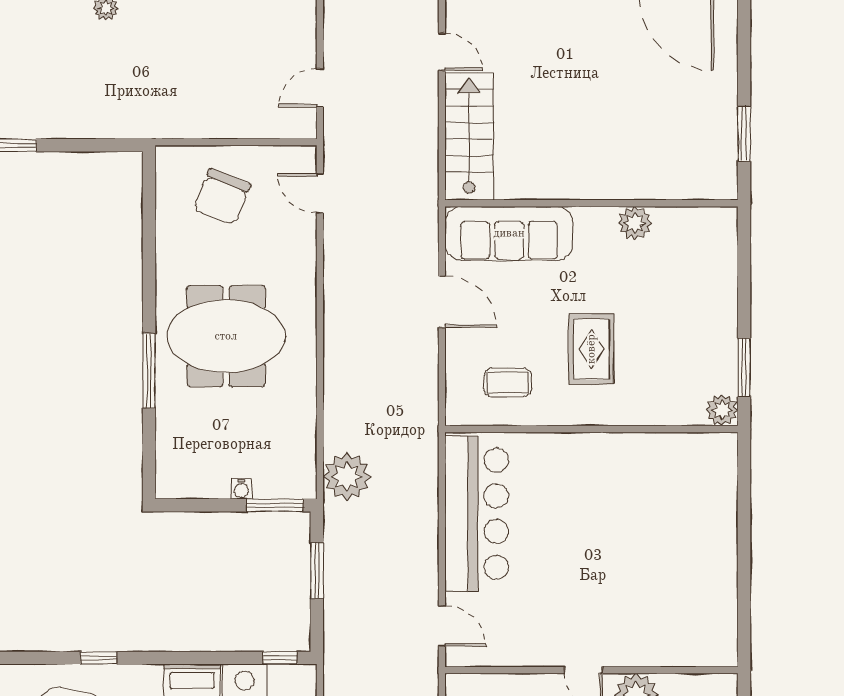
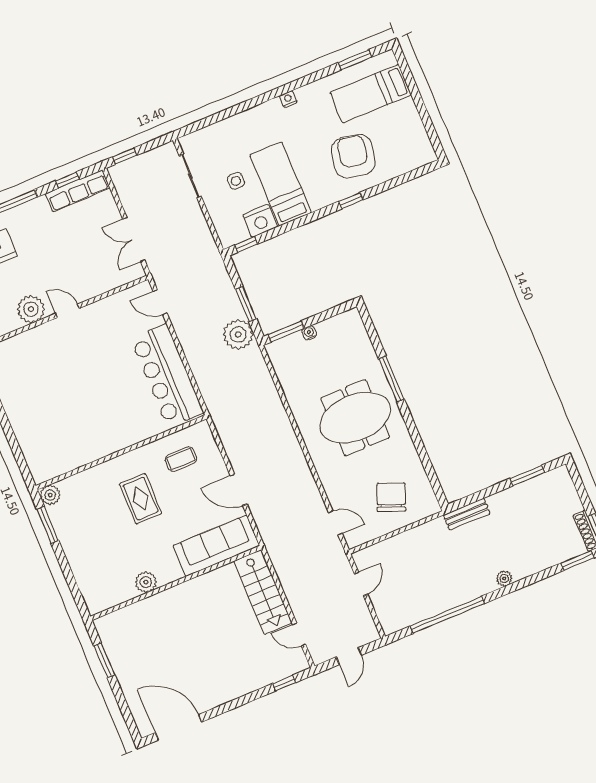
bench: (122, 126) -> (467, 514), added
plant: (347, 476) -> (238, 334), moved

